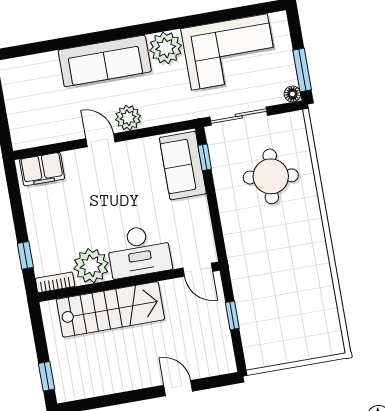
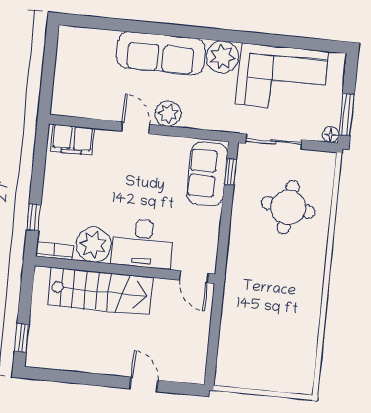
window: (232, 315) -> (215, 329), removed

